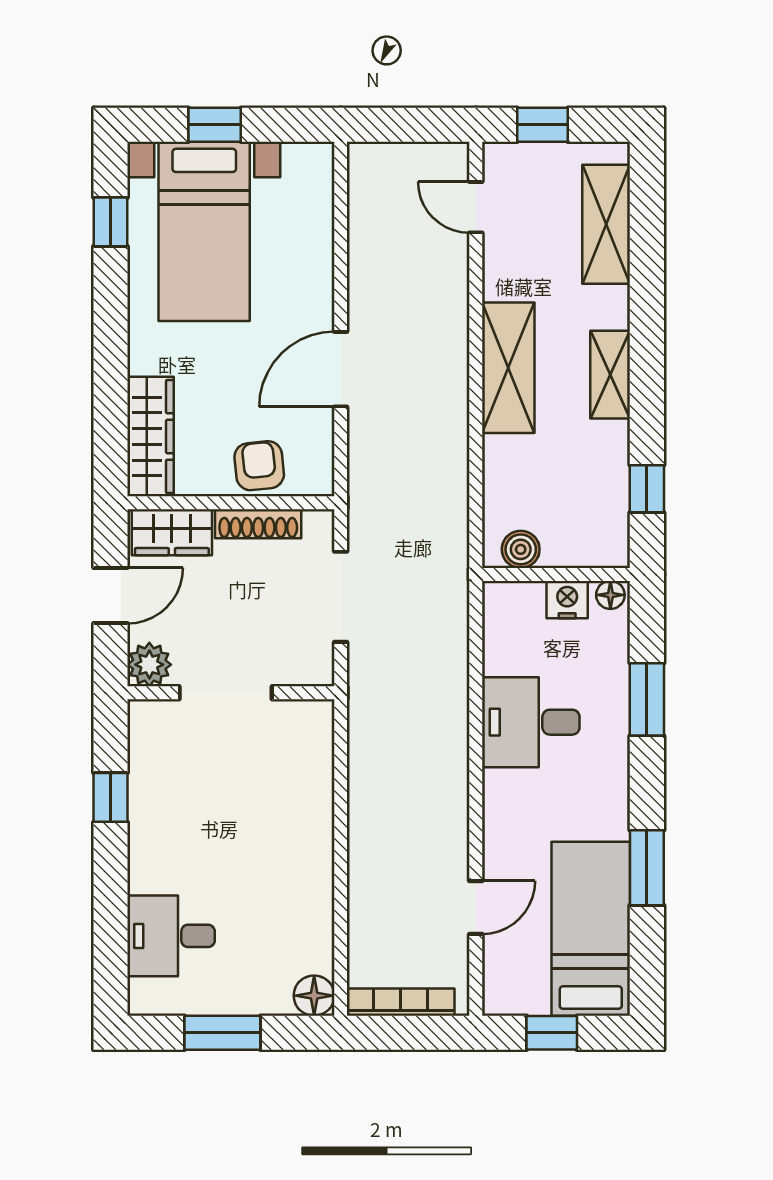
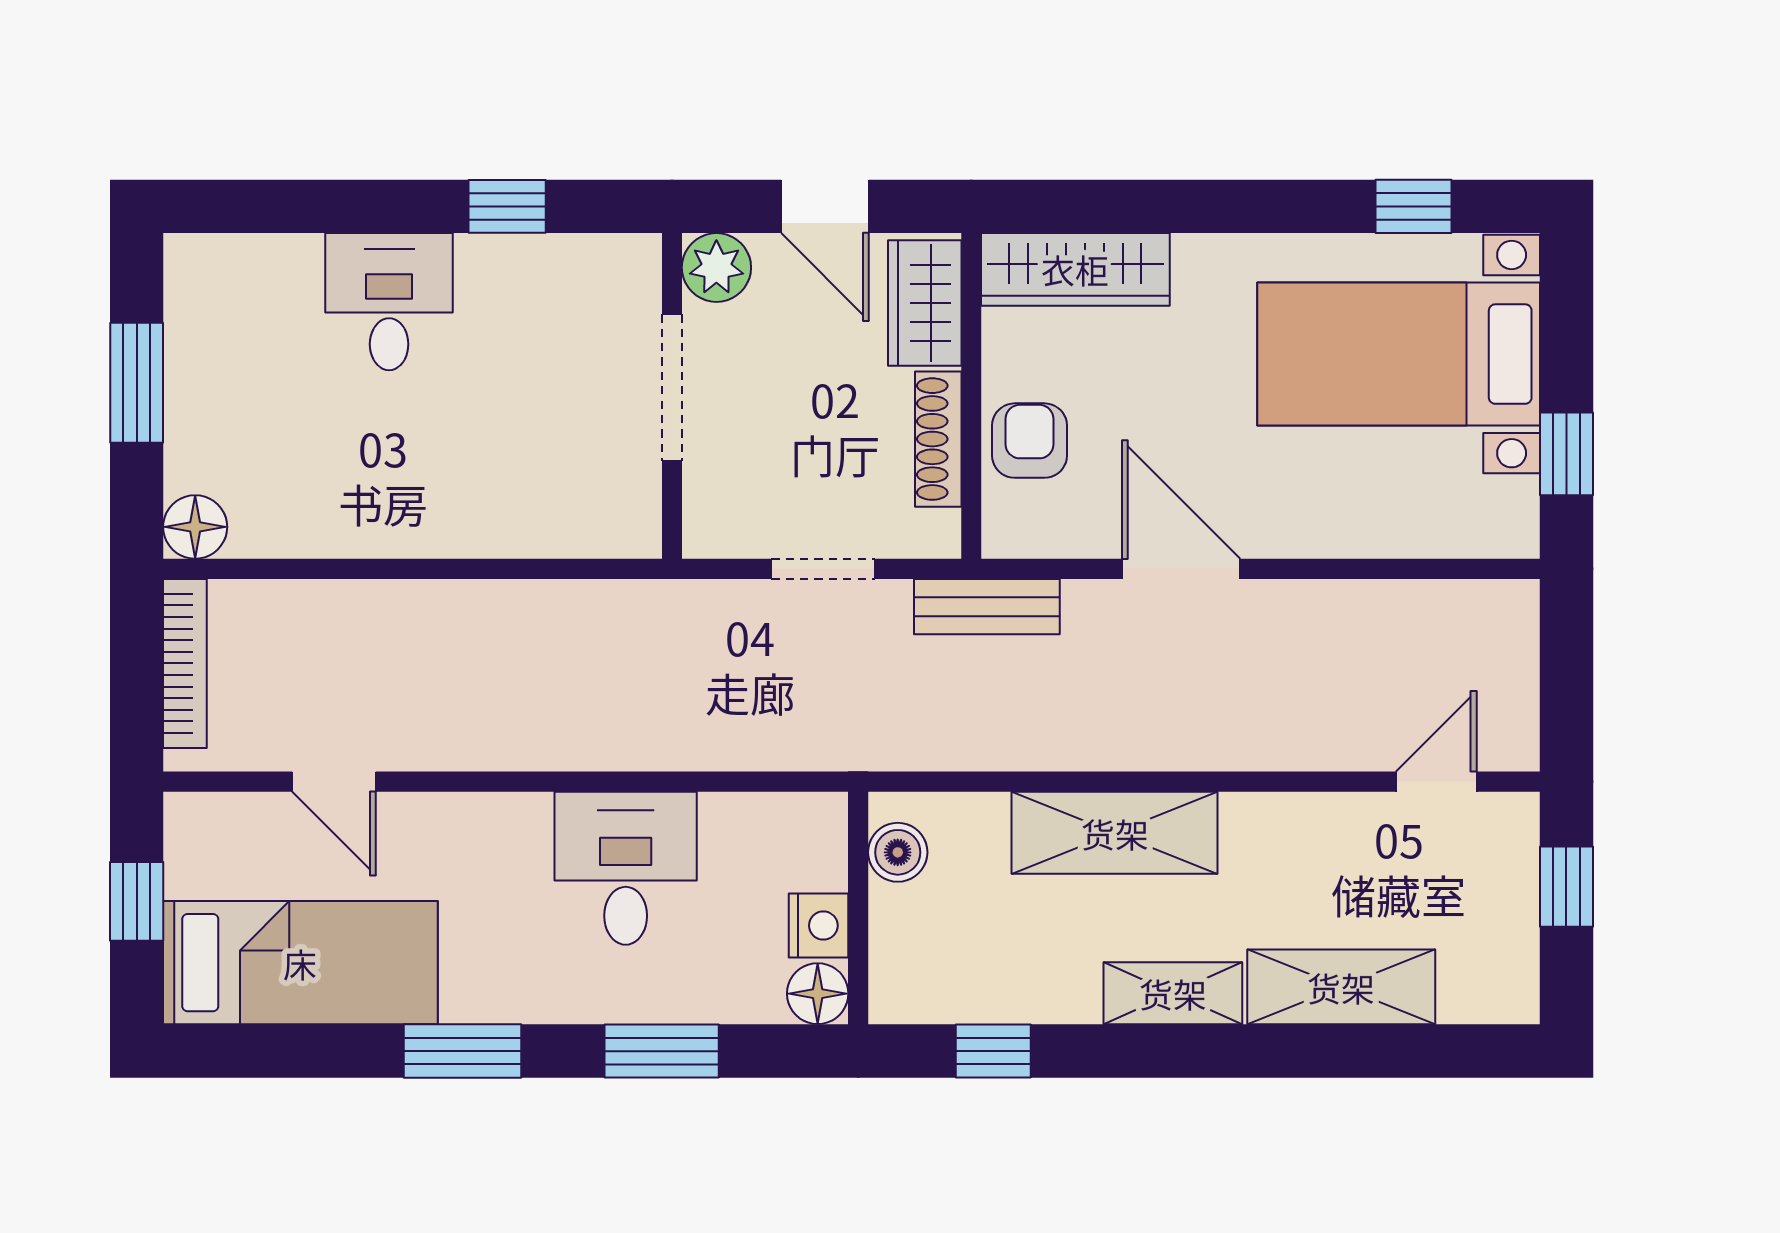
window: (215, 125) -> (1566, 454), moved
shelving: (606, 224) -> (1341, 987), moved
shelving: (508, 368) -> (1115, 833), moved
armchair: (259, 466) -> (1030, 441), turned -84
bench: (365, 493) -> (987, 607), added
floor lamp: (610, 595) -> (818, 994), width x1.37, depth x1.37
doorway: (341, 597) -> (823, 569), width x0.73
window: (647, 868) -> (462, 1051), moved
desk: (171, 936) -> (389, 302), moved

